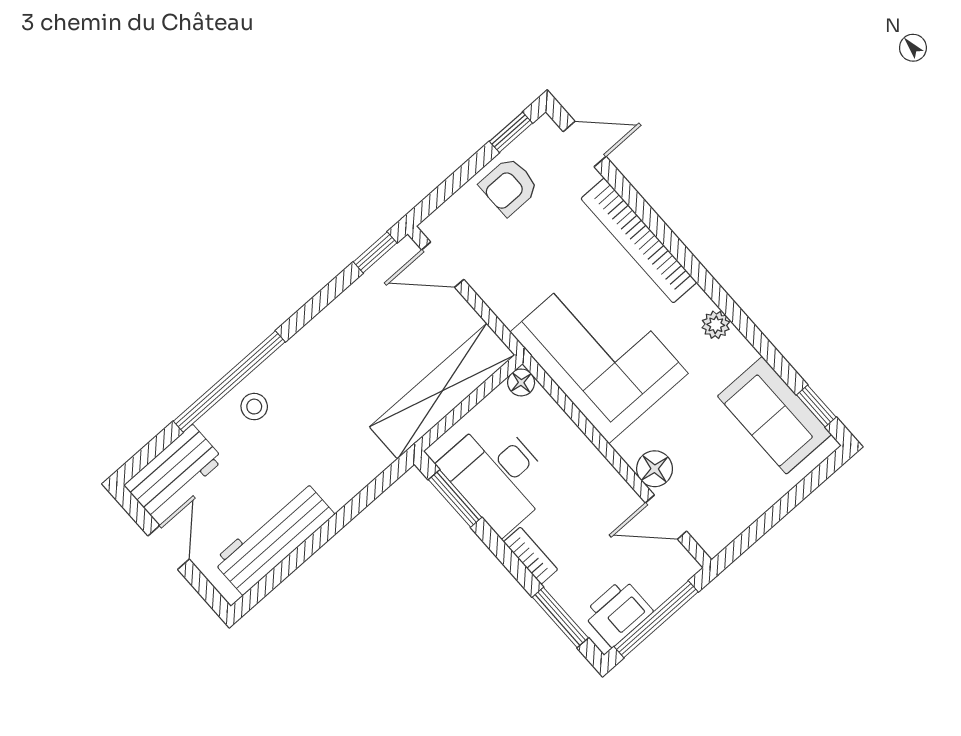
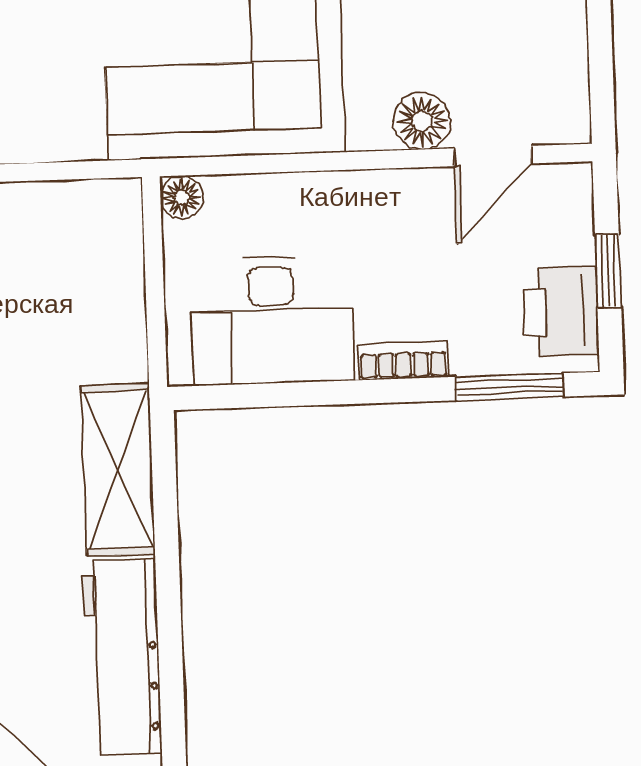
shelving: (442, 391) -> (118, 470), moved, width x0.68
window: (455, 498) -> (257, 396), removed
window: (656, 619) -> (608, 271), width x0.46

